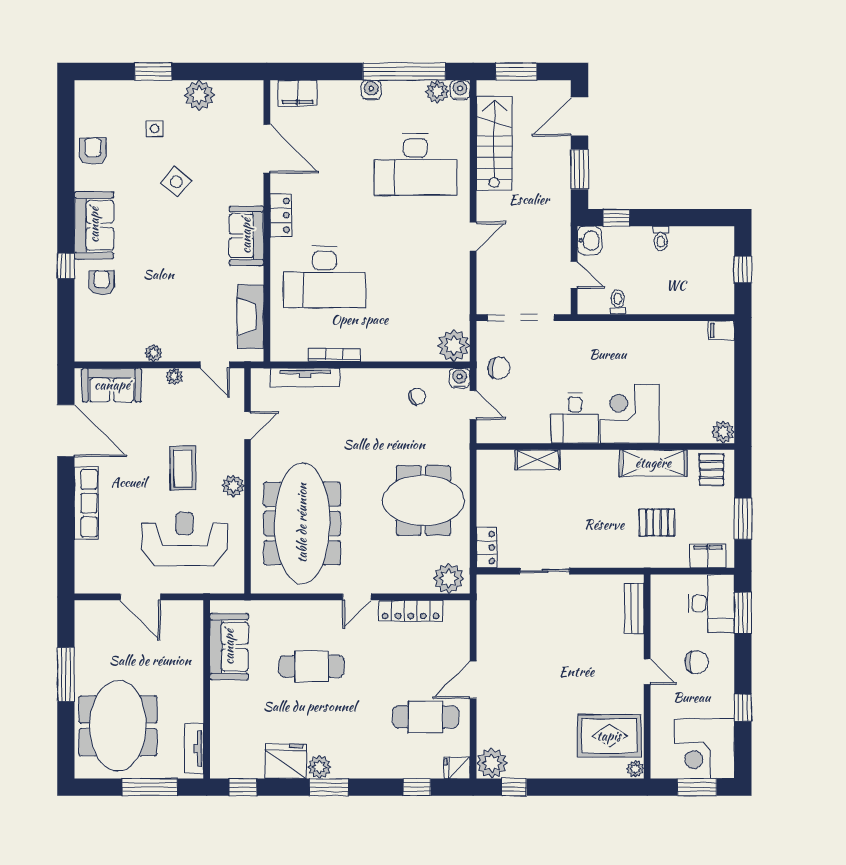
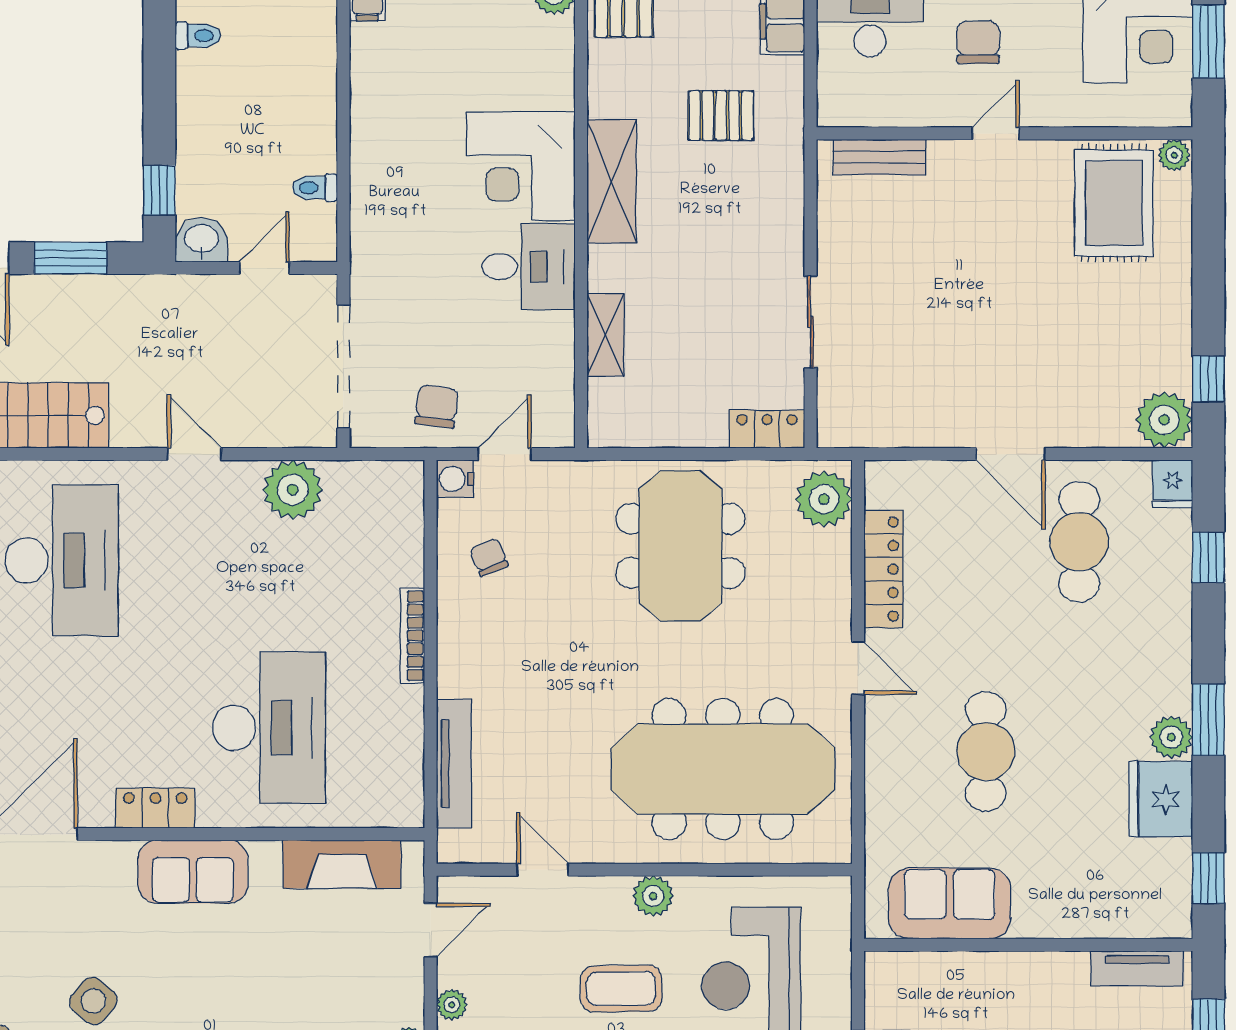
toilet: (661, 238) -> (198, 36), moved
plant: (454, 345) -> (293, 490), moved
bookcase: (334, 355) -> (412, 636), moved
shelving: (653, 463) -> (612, 181), moved
pallet: (657, 523) -> (721, 116), turned 90

